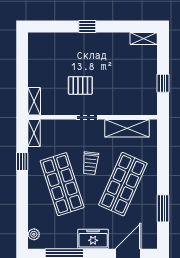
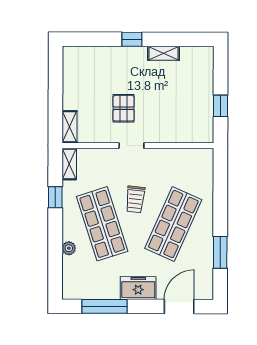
shelving: (144, 38) -> (164, 53), moved
pallet: (80, 85) -> (124, 108), turned 90
shelving: (127, 128) -> (178, 159), removed
plant: (34, 234) -> (69, 248), moved

